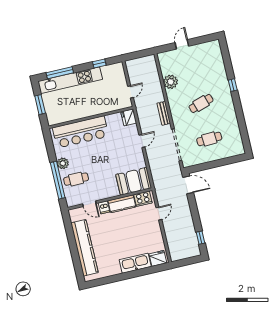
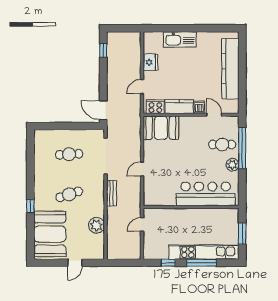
booth: (210, 65) -> (50, 234), added
window: (60, 73) -> (202, 263), moved
fridge: (129, 117) -> (150, 198), removed
fridge: (158, 258) -> (150, 62), moved, turned -90

